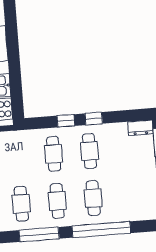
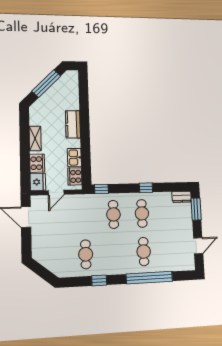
window: (66, 121) -> (101, 189), moved
cafe table: (57, 201) -> (115, 253), removed
window: (39, 234) -> (99, 280), width x0.46

